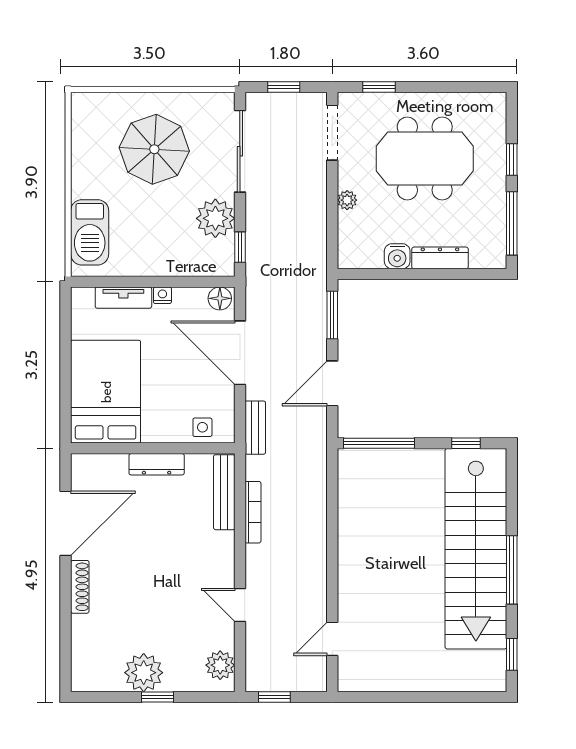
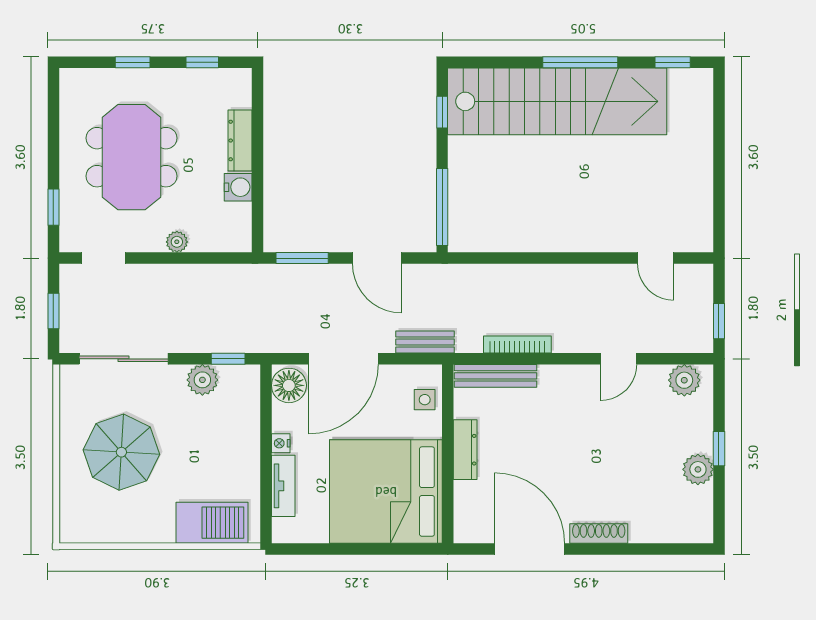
doorway: (332, 133) -> (103, 258), width x0.73
plant: (215, 218) -> (202, 380), width x0.73, depth x0.73
window: (512, 223) -> (202, 62), width x0.46
floor lamp: (220, 298) -> (289, 385), width x1.38, depth x1.38
bed: (106, 392) -> (386, 492), width x1.36
plant: (144, 673) -> (698, 469), width x0.73, depth x0.73

